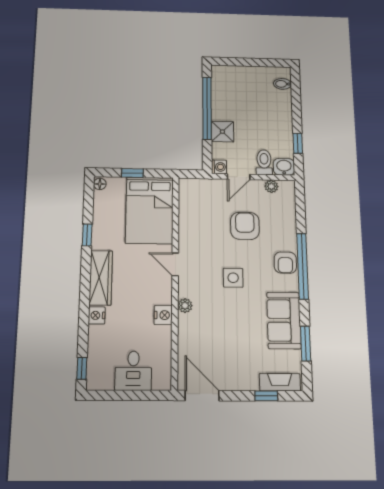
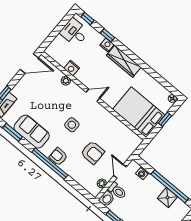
shower: (222, 132) -> (167, 198), moved
washing machine: (219, 167) -> (142, 173), moved
window: (87, 235) -> (107, 35), moved
door: (175, 264) -> (93, 95), moved
plant: (185, 306) -> (66, 81), moved
nightstand: (163, 315) -> (72, 68), moved
desk: (133, 371) -> (74, 32), moved

